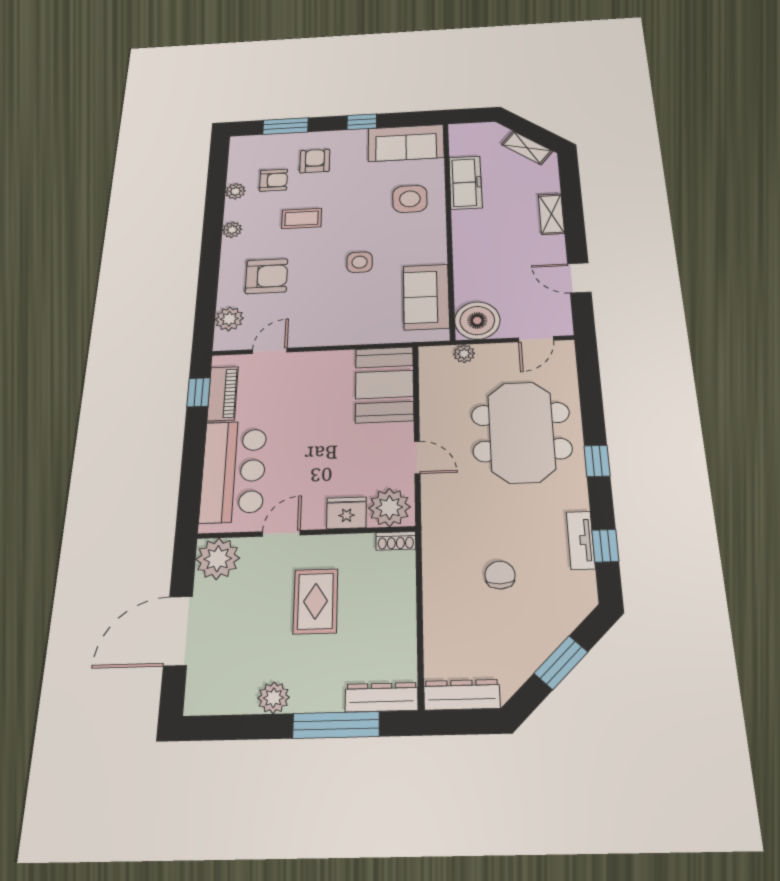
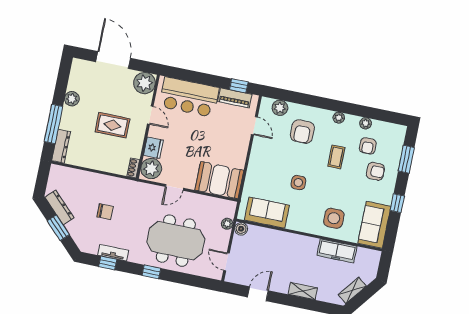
boiler: (477, 321) -> (241, 229), width x0.54, depth x0.54
dresser: (462, 695) -> (59, 208), moved, turned -45

